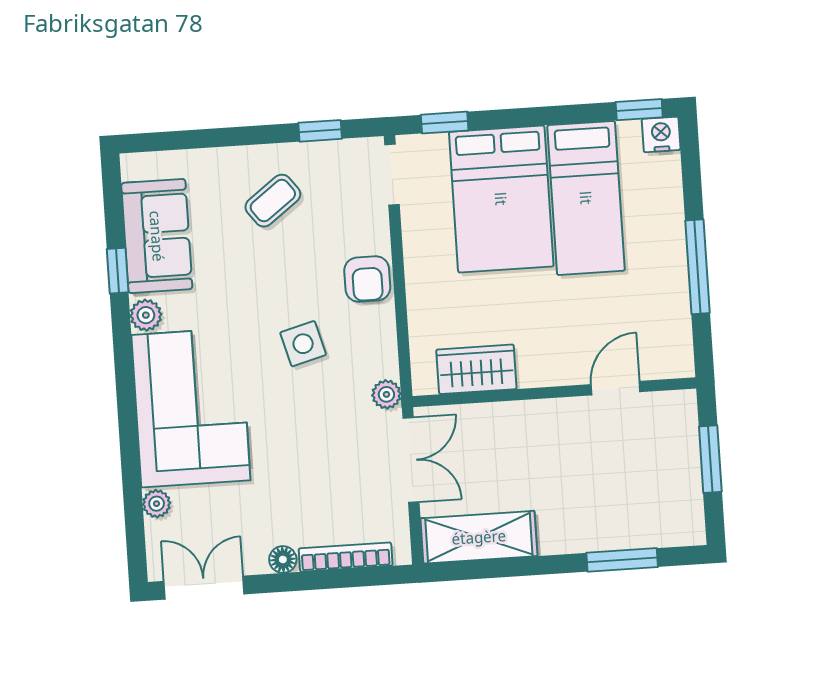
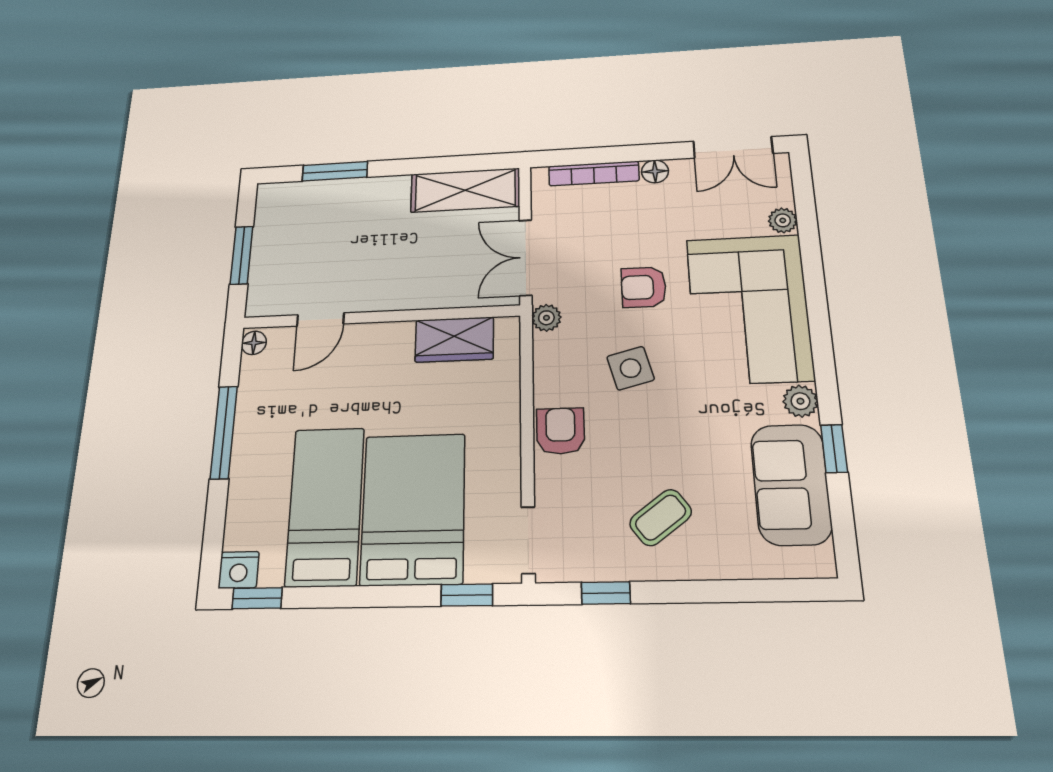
floor lamp: (682, 361) -> (254, 343), added
armchair: (292, 429) -> (644, 287), added

